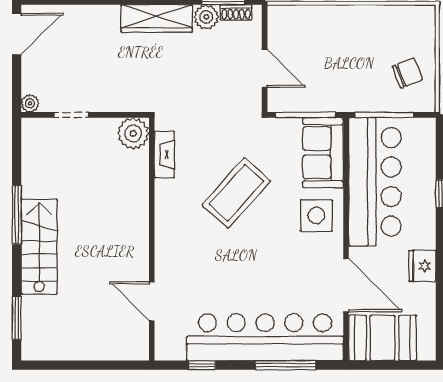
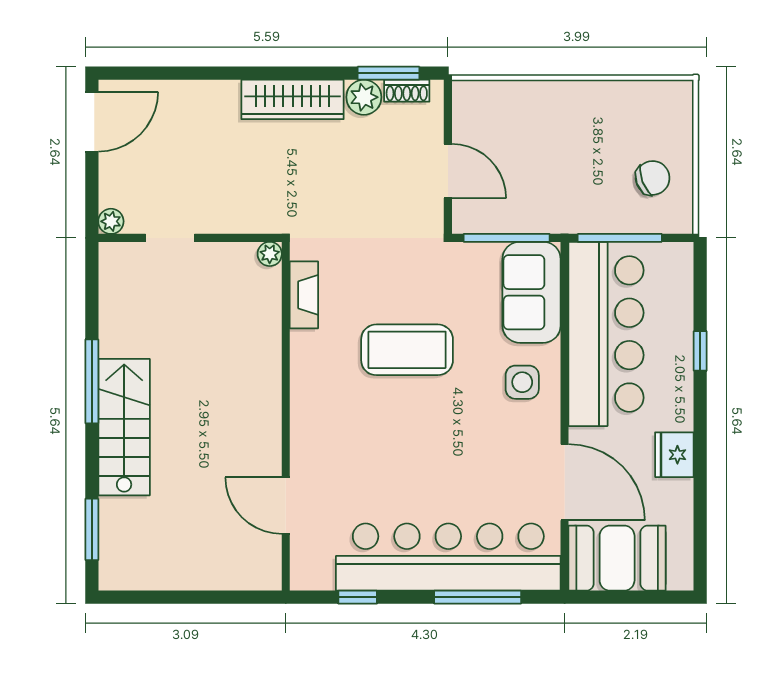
plant: (133, 133) -> (270, 254), width x0.53, depth x0.53
coffee table: (236, 193) -> (407, 350), turned 48
side table: (316, 215) -> (522, 382), width x0.73, depth x0.73

